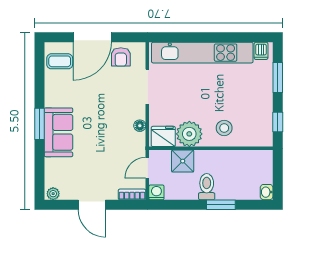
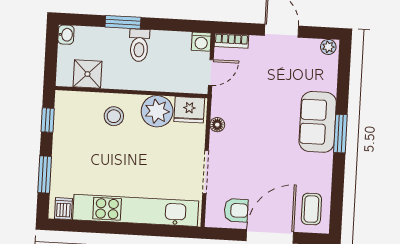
armchair: (121, 57) -> (236, 210), turned 90
coffee table: (60, 61) -> (311, 209), turned 90
shower: (183, 161) -> (87, 74), moved

